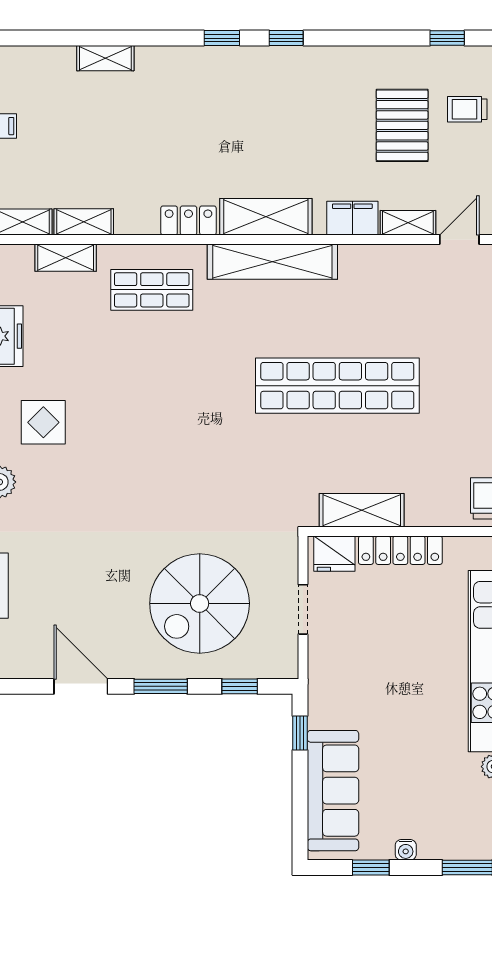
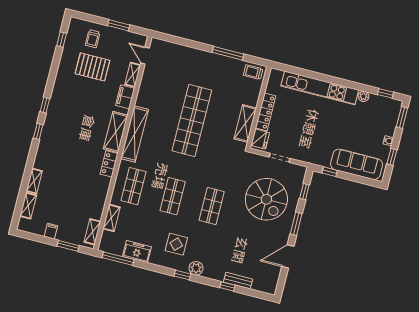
shelving: (84, 222) -> (28, 206), moved
shop shelf: (152, 386) -> (173, 196), added
shop shelf: (152, 481) -> (212, 206), added

